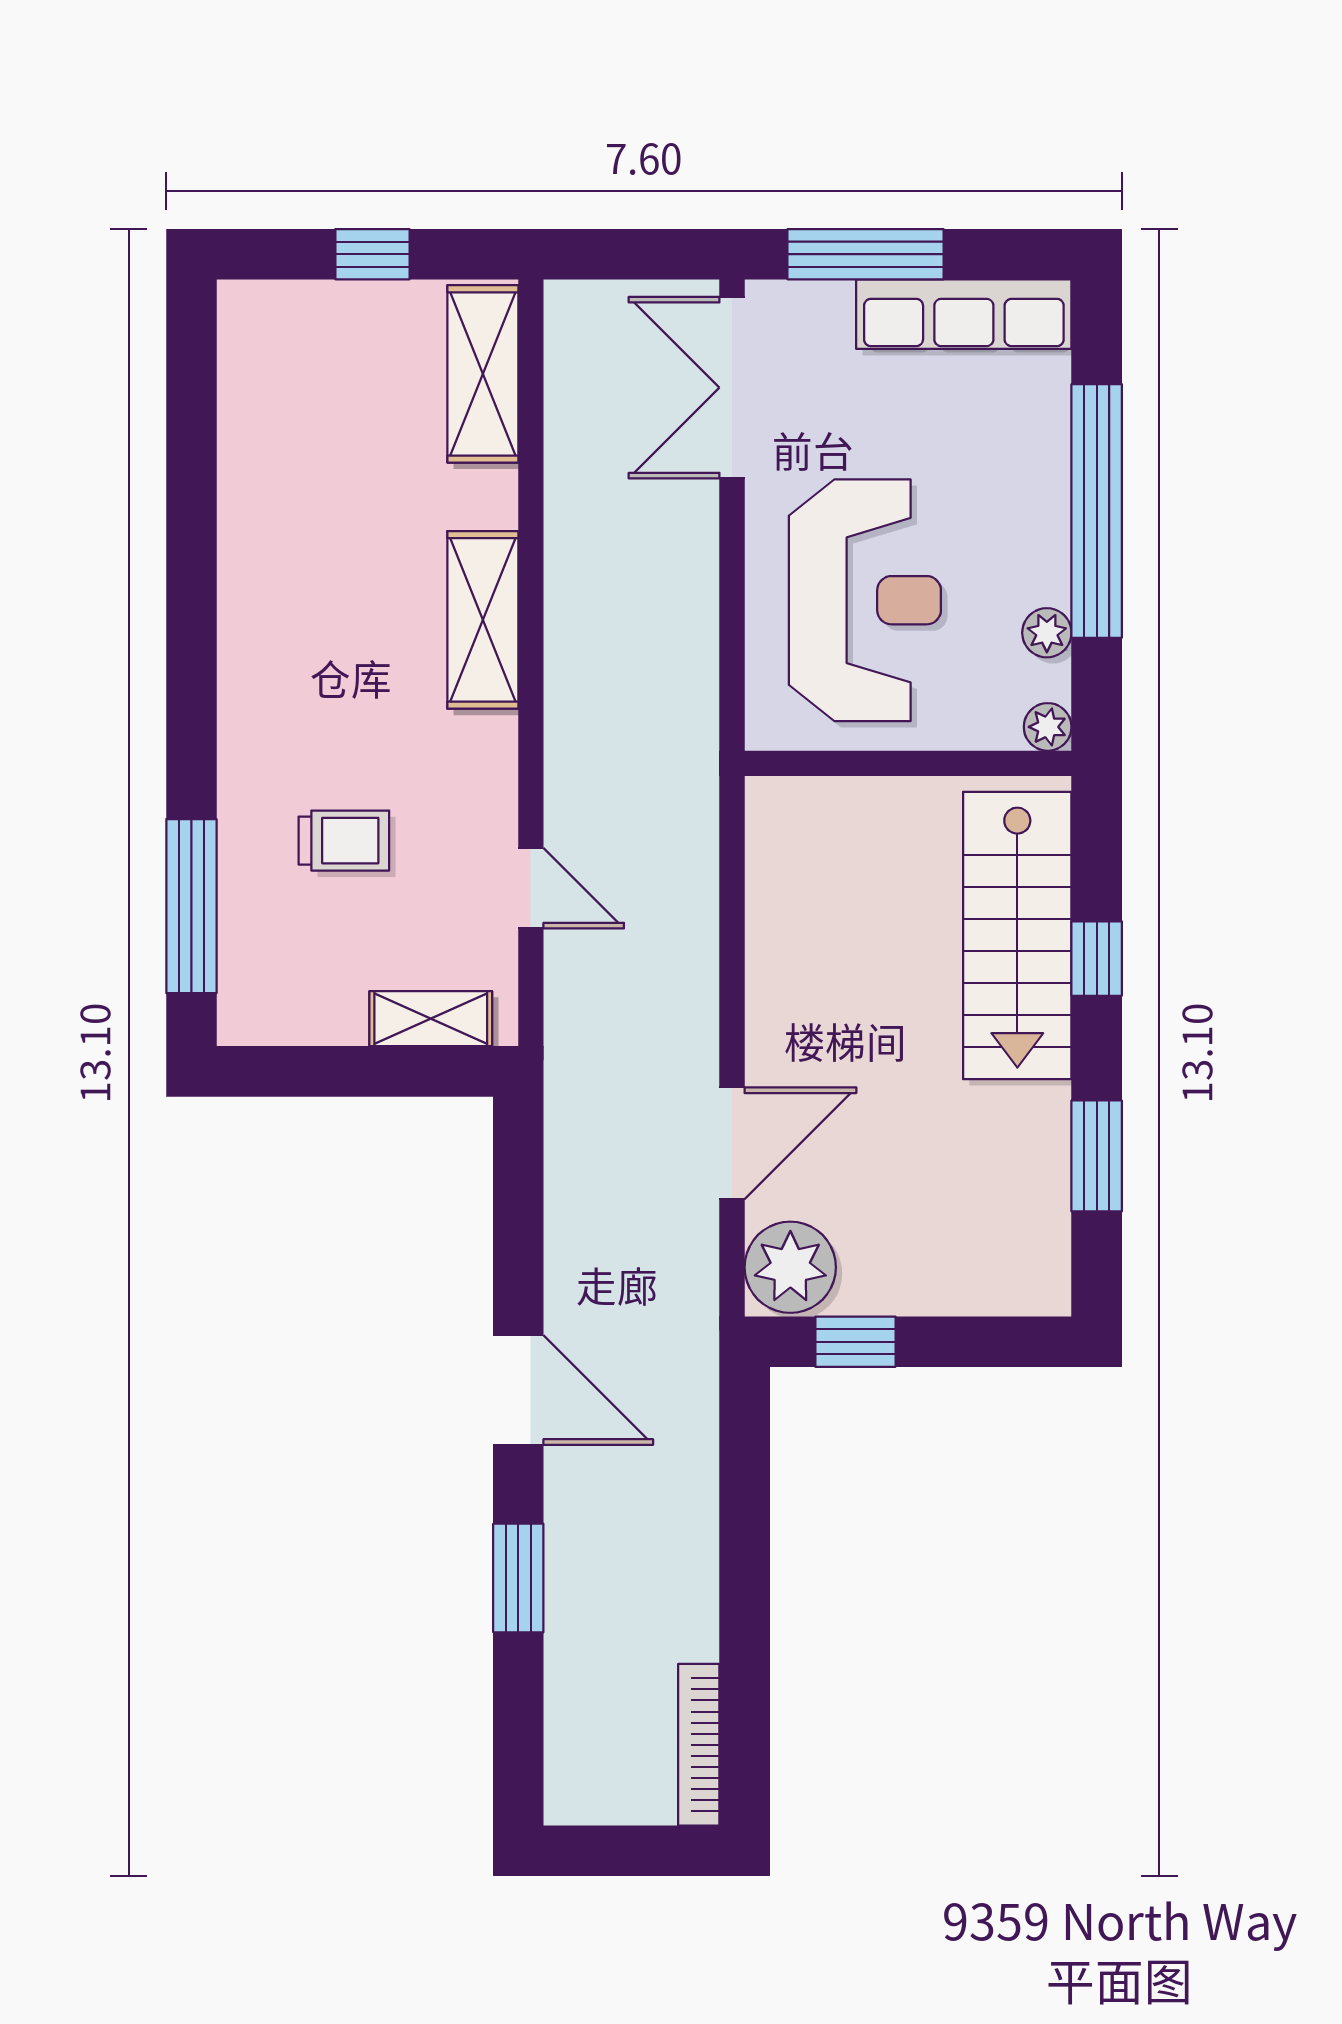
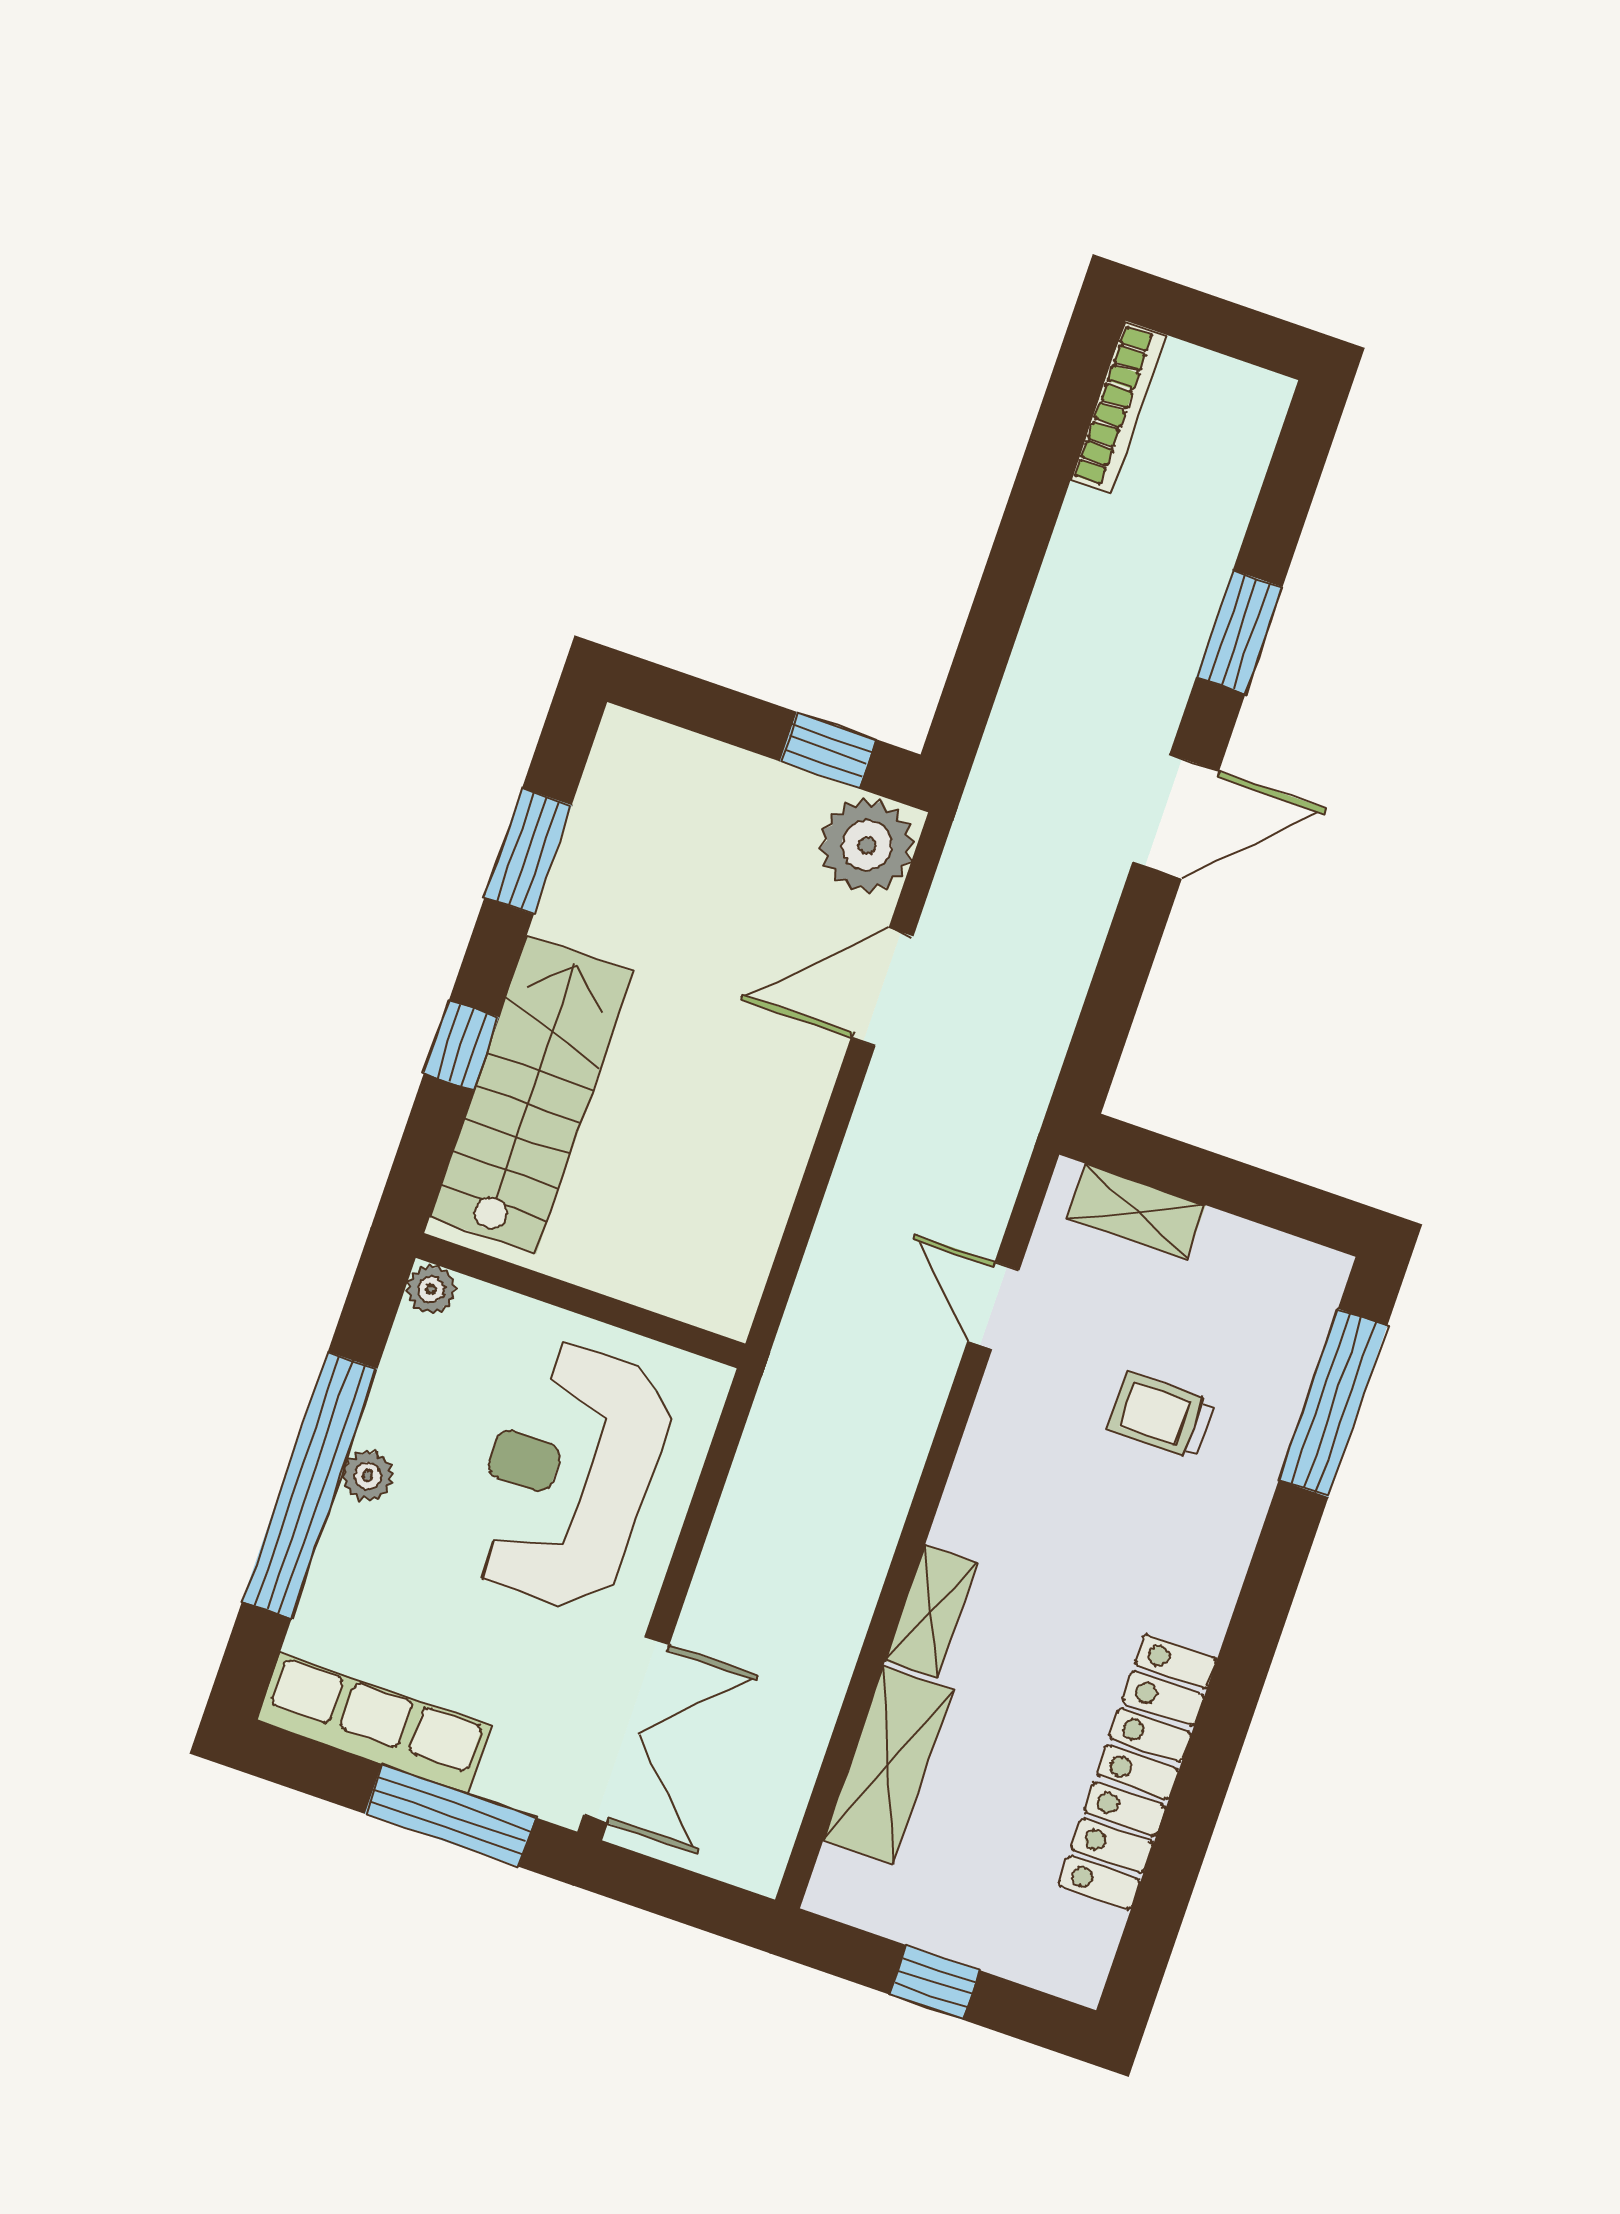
shelving: (483, 374) -> (888, 1765), moved
locker: (254, 509) -> (1137, 1772), added
shelving: (483, 620) -> (931, 1612), width x0.67, depth x0.75
plant: (1047, 633) -> (368, 1476), moved
door: (518, 1390) -> (1176, 817), swing flipped

